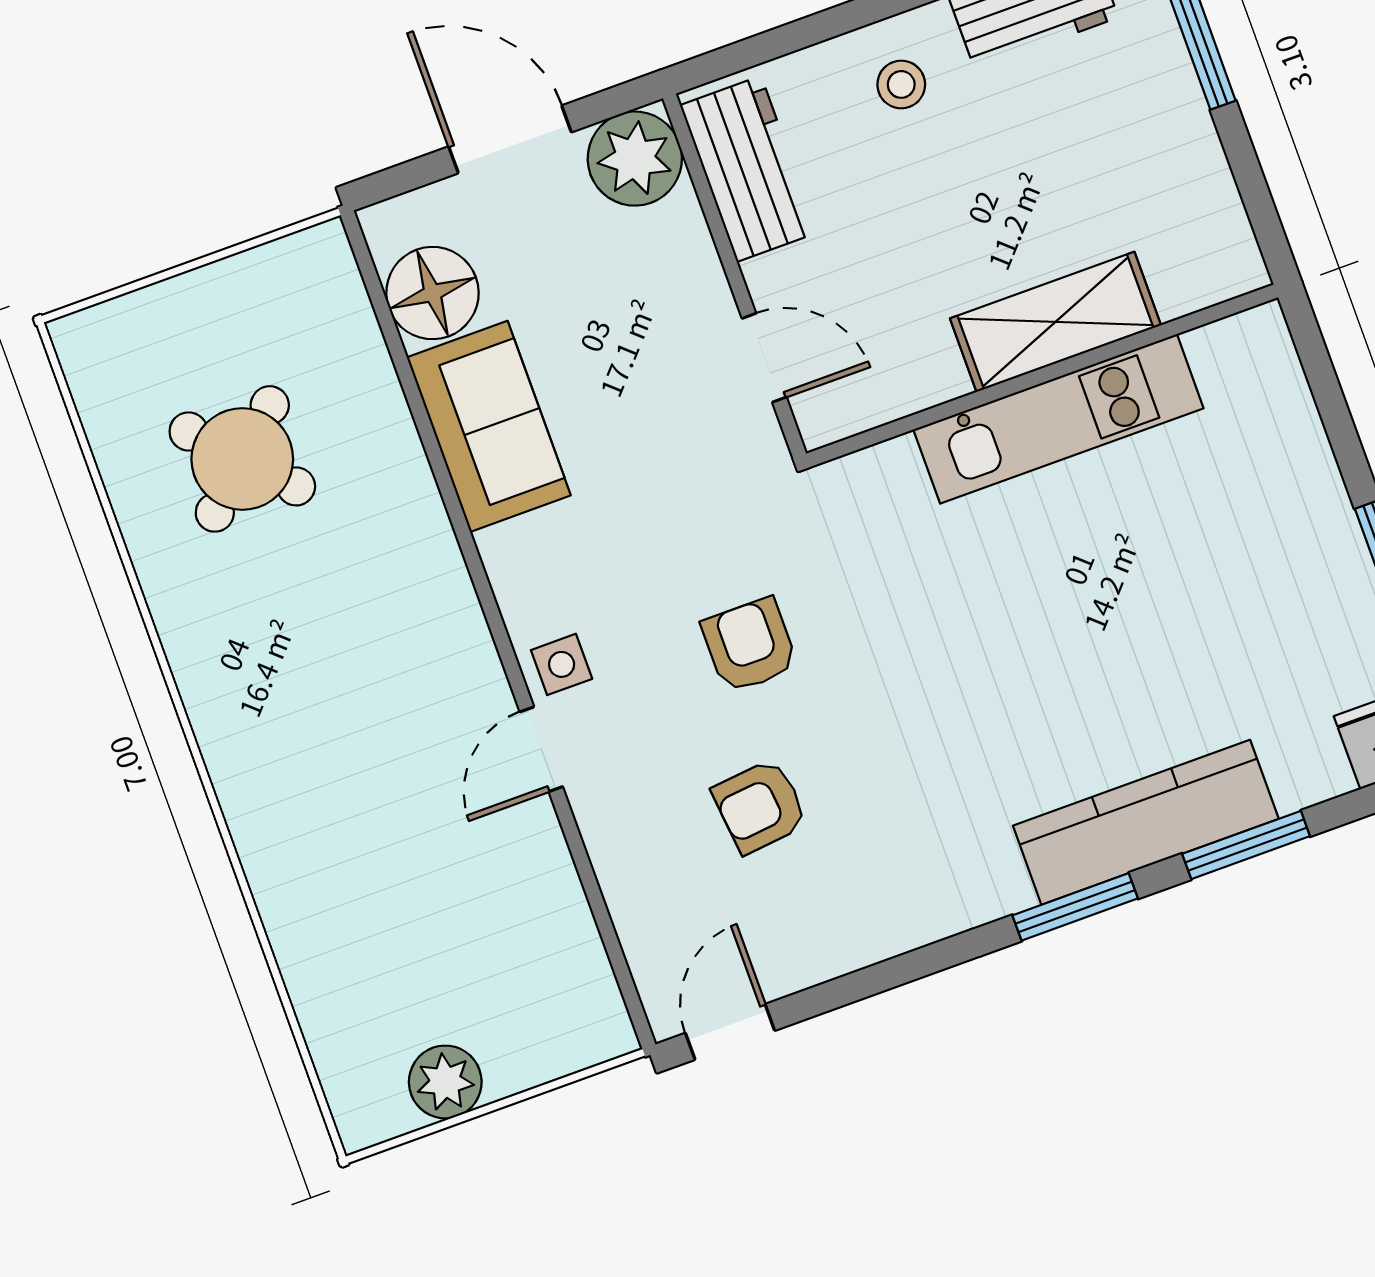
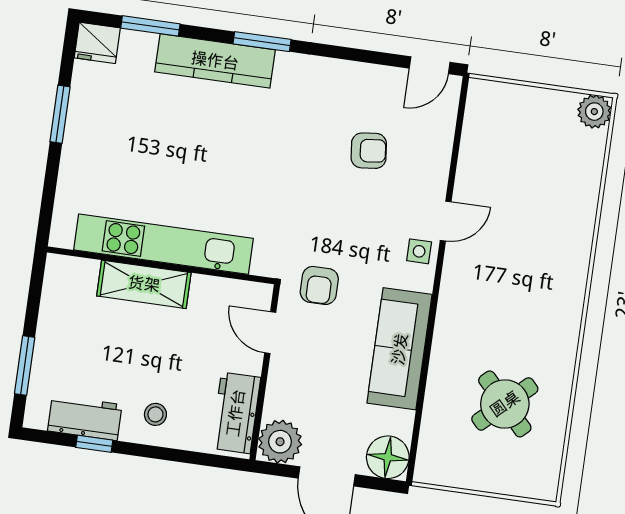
floor lamp: (432, 293) -> (388, 457), moved
kitchen unit: (1058, 419) -> (164, 244), width x1.36
sofa: (489, 426) -> (400, 349), width x1.36
armchair: (750, 645) -> (319, 285), moved
window: (1246, 845) -> (150, 26), moved
plant: (445, 1082) -> (594, 112), moved

